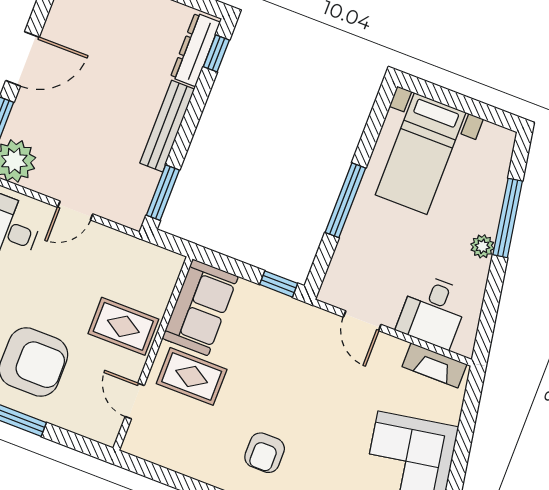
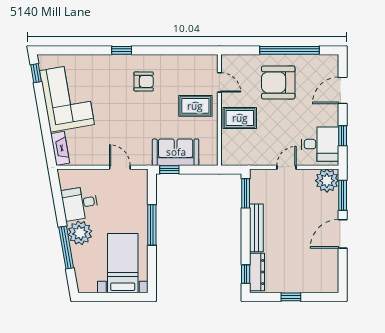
plant: (482, 246) -> (80, 233), width x1.88, depth x1.88
sofa: (200, 307) -> (176, 152), moved, turned 90
desk: (433, 311) -> (80, 203), moved, turned -100
fireplace: (434, 365) -> (60, 148), moved, turned 80
armchair: (265, 453) -> (144, 81), turned 90

